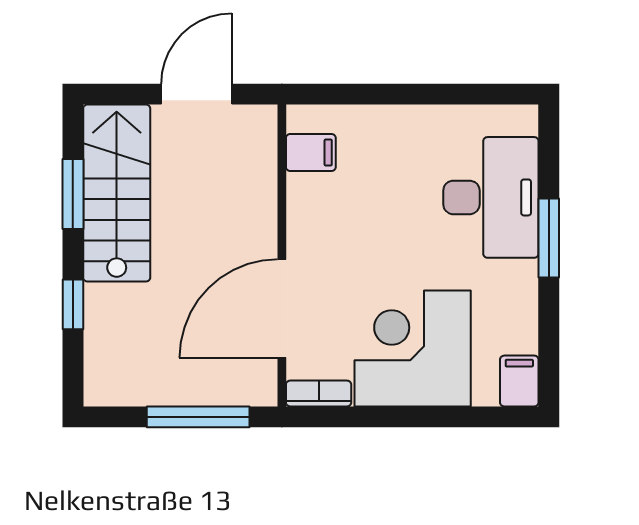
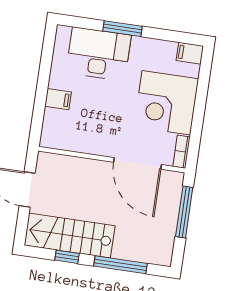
filing cabinet: (311, 152) -> (58, 99), moved, turned 90
window: (73, 194) -> (67, 257), width x0.67
window: (73, 304) -> (121, 265), width x2.17

